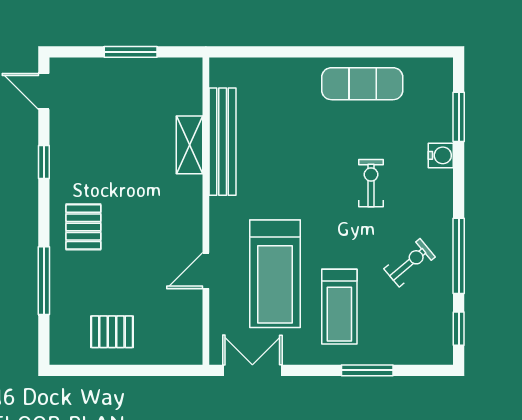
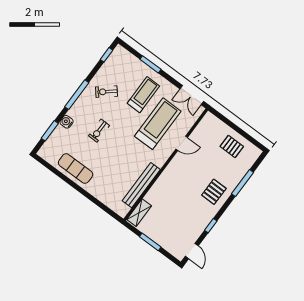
shelving: (189, 145) -> (139, 213), moved
window: (459, 256) -> (77, 95), moved

